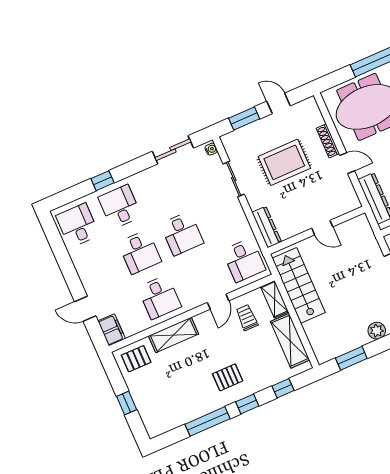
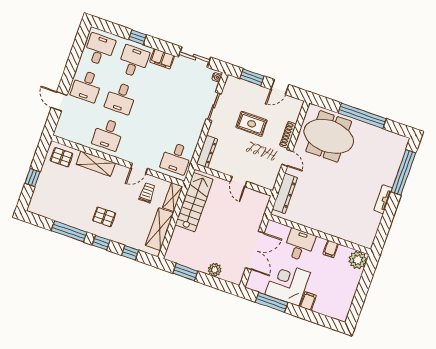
door: (278, 103) -> (280, 87), swing flipped
rug: (284, 162) -> (252, 124), width x0.73, depth x0.70
desk: (182, 233) -> (87, 86), moved
filing cabinet: (112, 330) -> (162, 59), moved, turned 90

